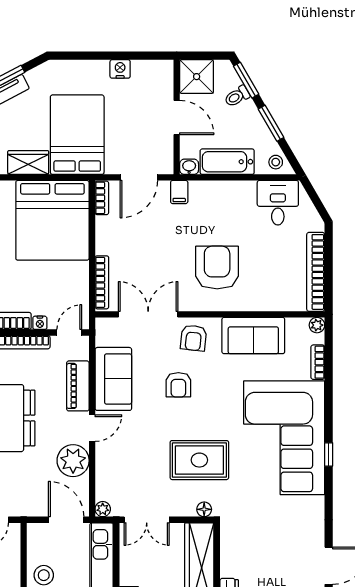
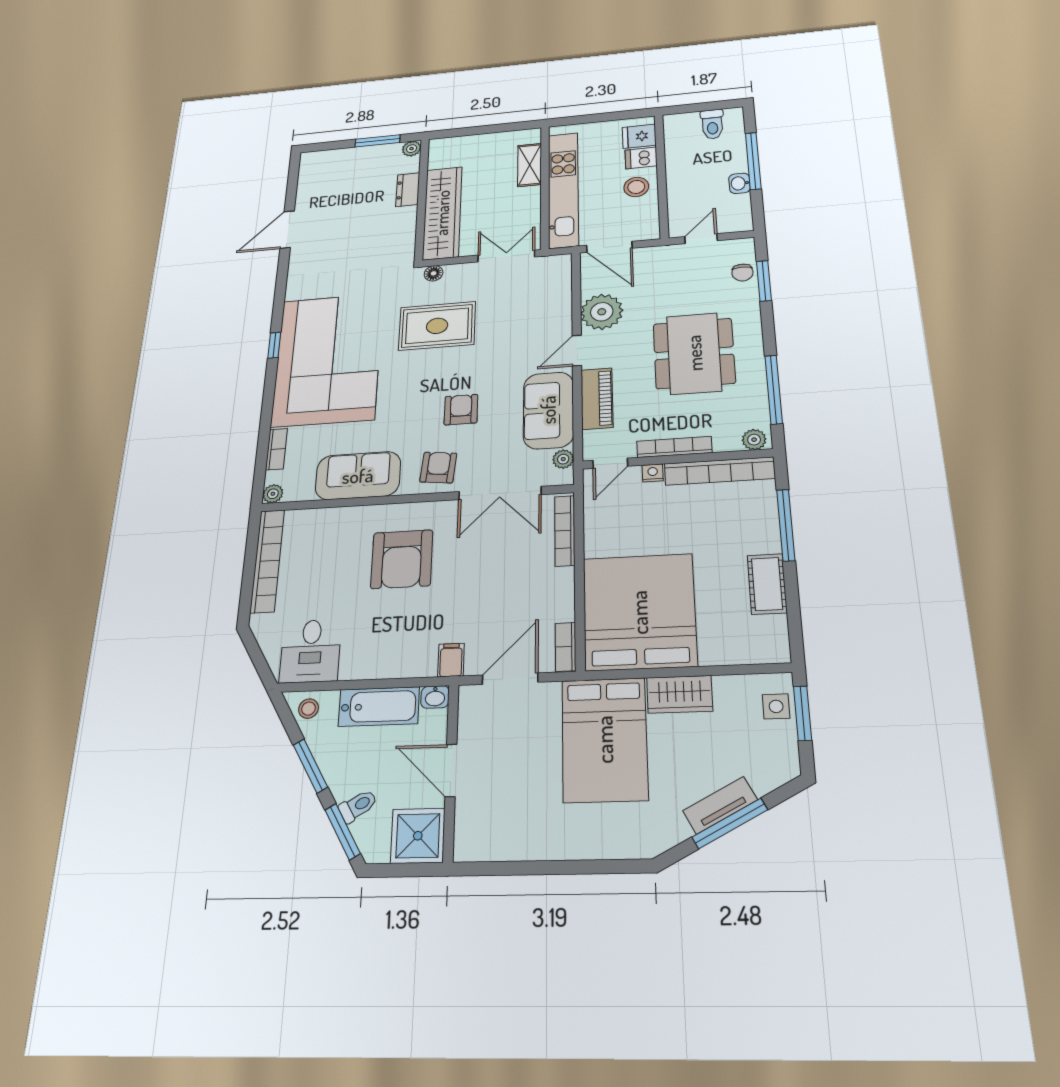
nightstand: (120, 69) -> (537, 846), removed
plant: (103, 509) -> (563, 459), moved

